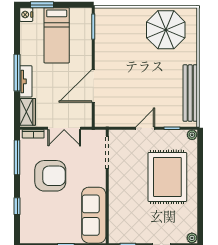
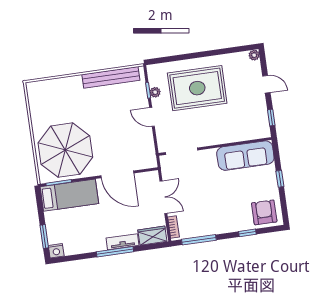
parasol: (166, 30) -> (65, 150), moved, width x1.36, depth x1.36
bed: (57, 35) -> (69, 195), moved
plant: (192, 135) -> (155, 92), moved
armchair: (50, 176) -> (264, 212), moved, width x0.73, depth x0.73

